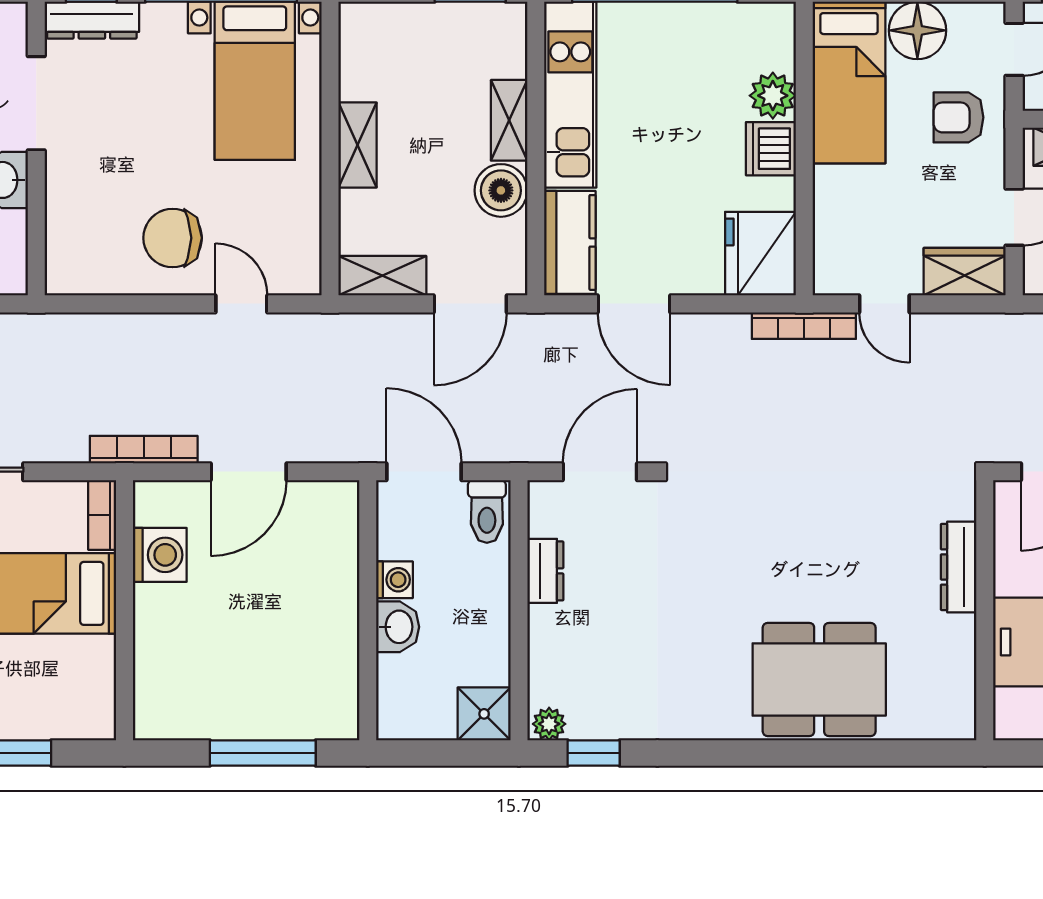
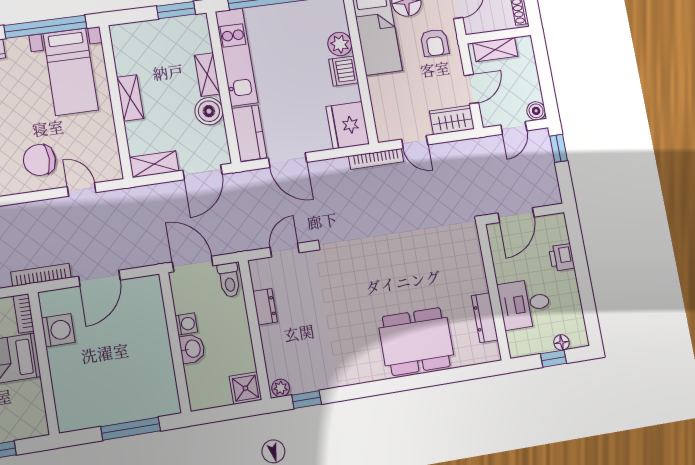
armchair: (959, 117) -> (435, 43), turned -90
door: (600, 472) -> (285, 250), width x0.73
dresser: (959, 567) -> (485, 318), moved

